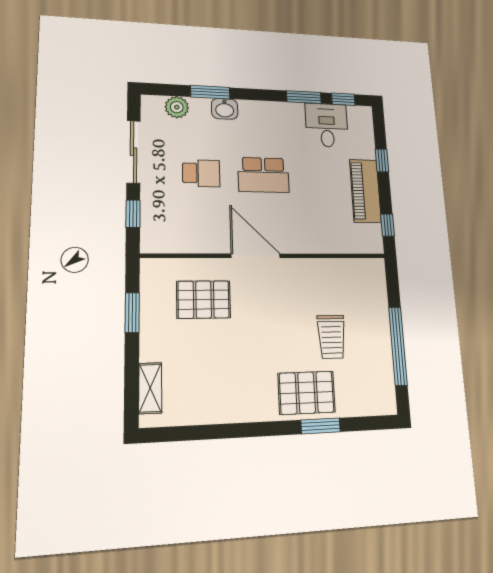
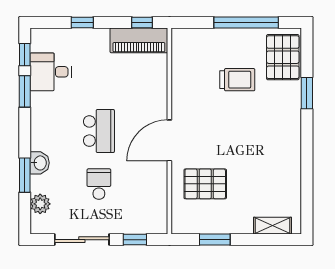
piano: (365, 191) -> (139, 40), moved
pallet: (204, 300) -> (205, 184), turned 90
pallet: (307, 393) -> (283, 57), moved

